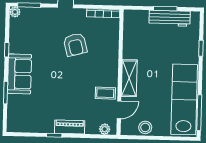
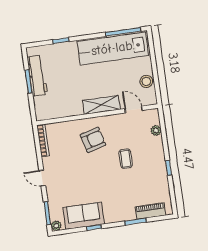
armchair: (75, 45) -> (93, 140), moved
sofa: (19, 74) -> (84, 216), moved
coffee table: (105, 93) -> (126, 159), moved
piano: (70, 127) -> (150, 211), moved, turned 90
plant: (105, 129) -> (156, 130), moved

